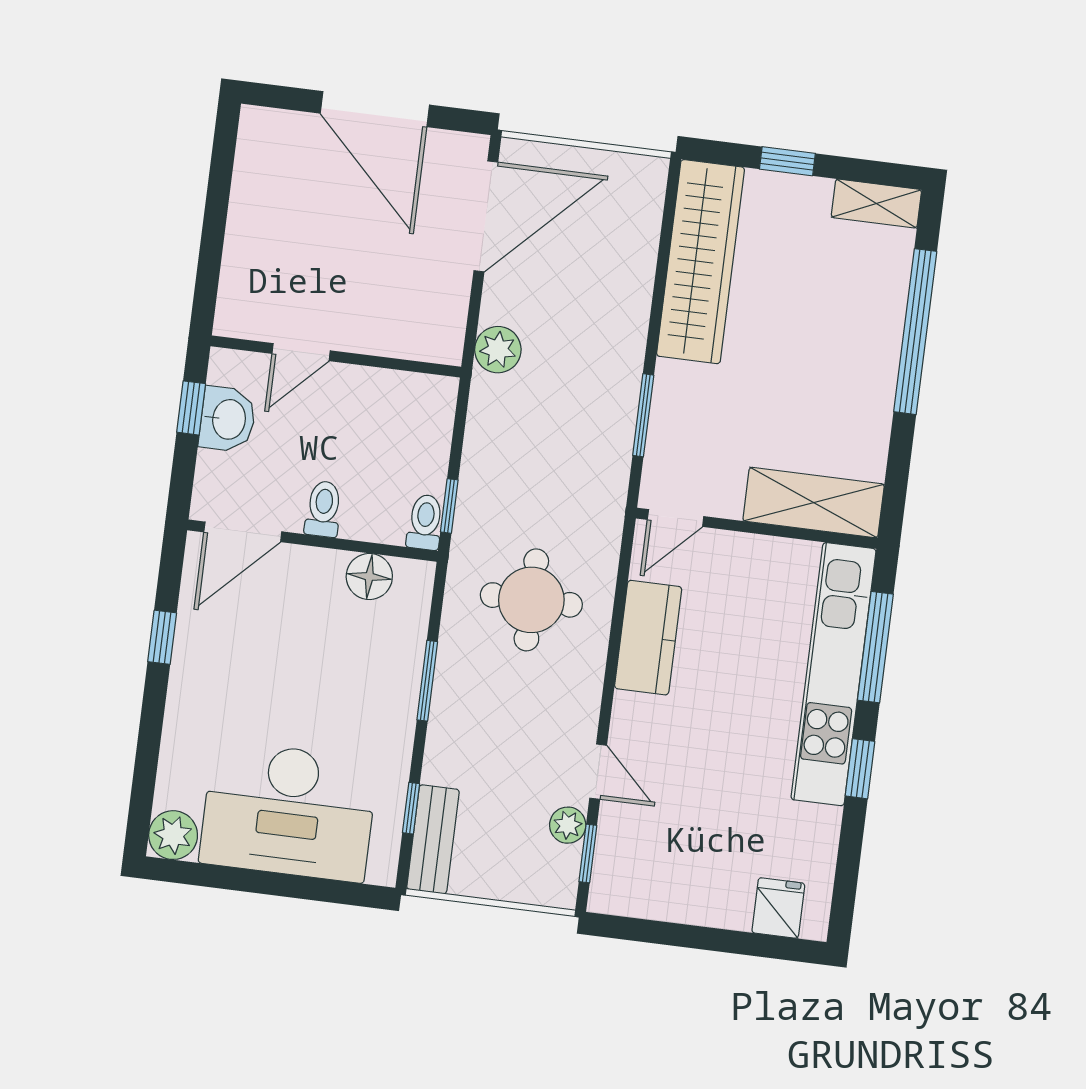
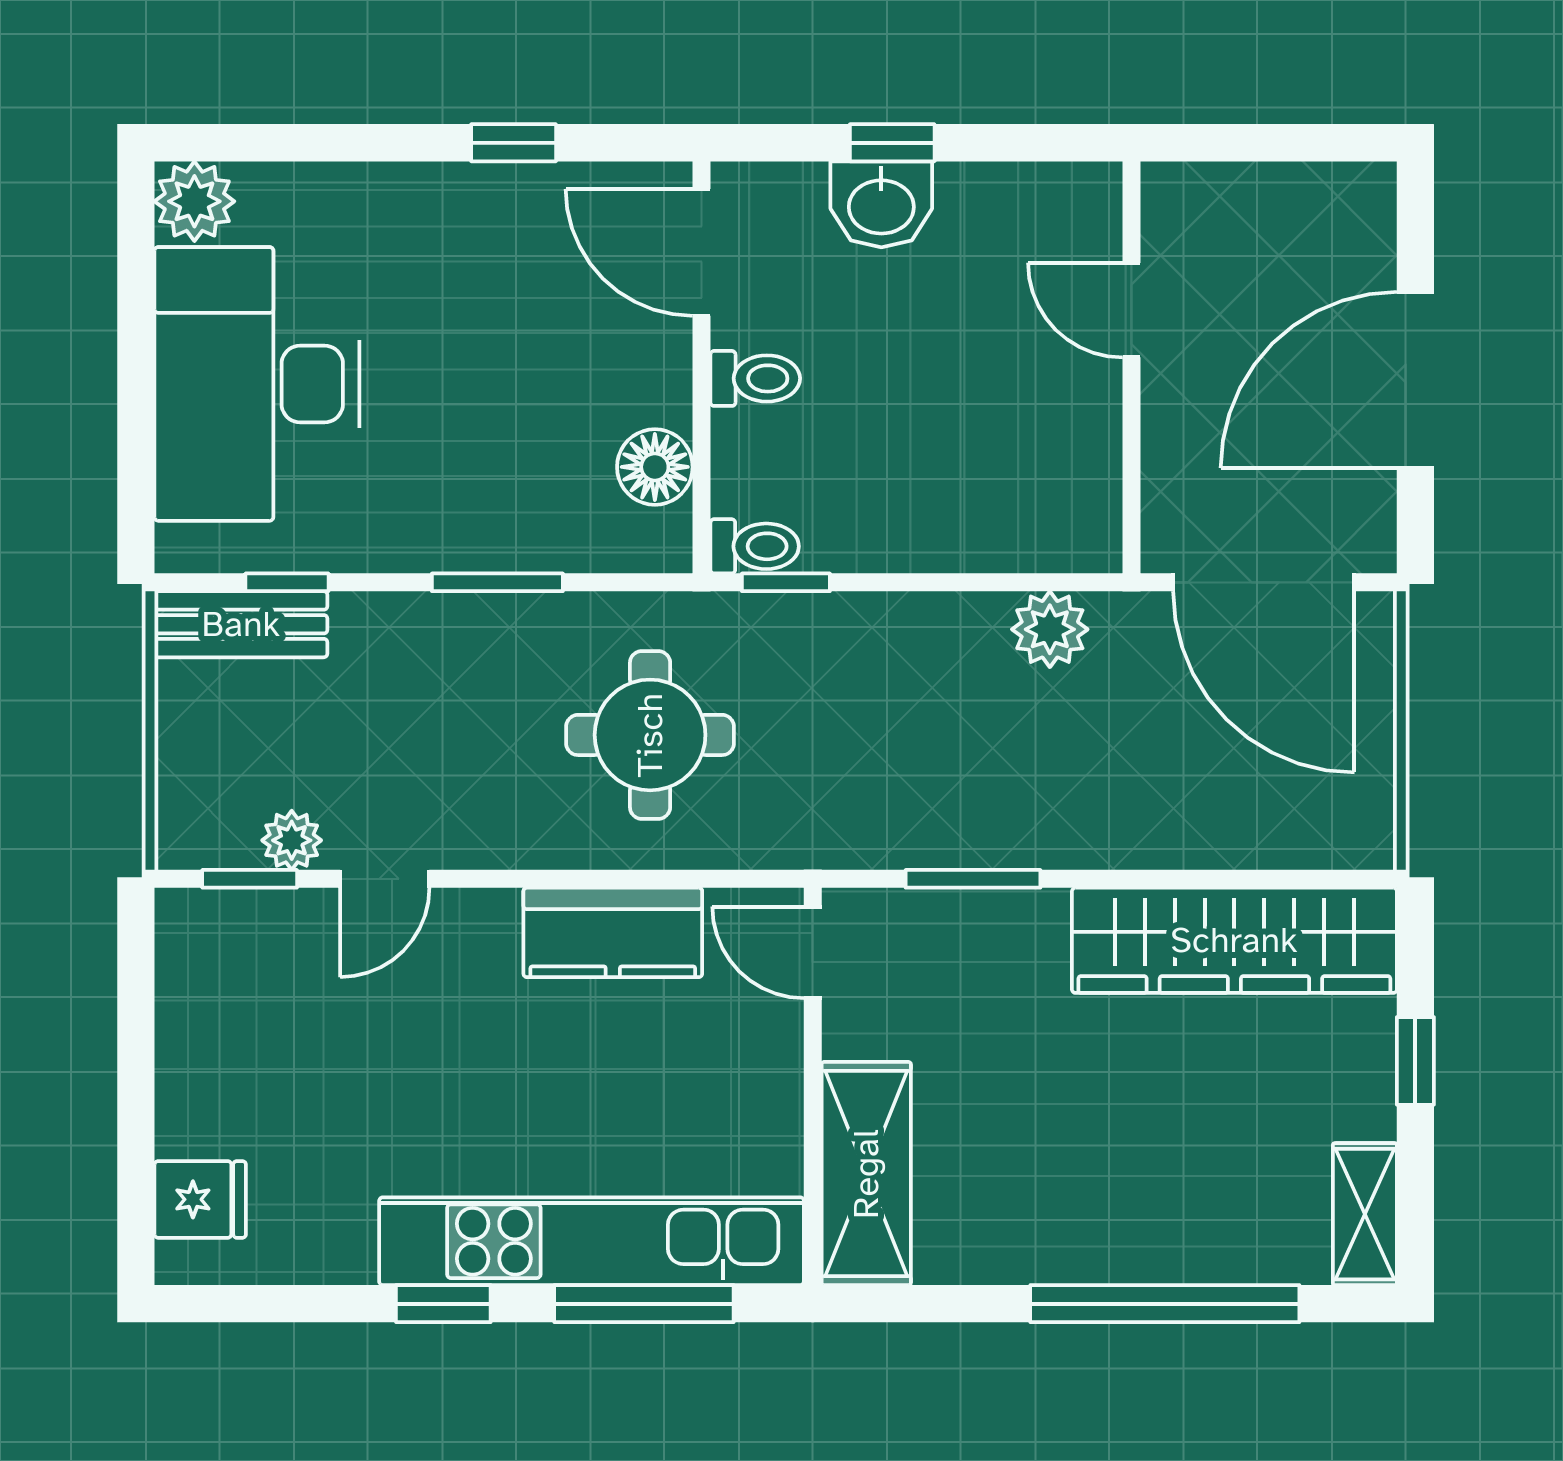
door: (301, 352) -> (1131, 310), moved
wall: (336, 356) -> (1131, 367), moved

